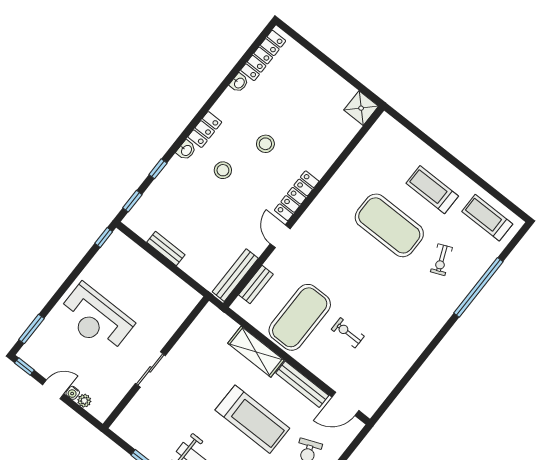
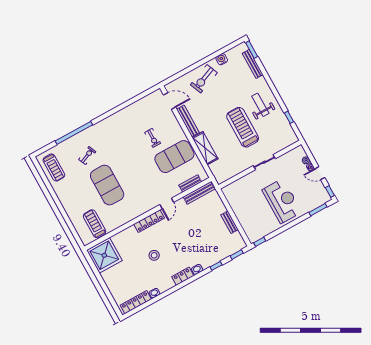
shower: (361, 108) -> (104, 255), width x1.86, depth x1.86
stool: (223, 170) -> (182, 251), removed
treadmill: (432, 190) -> (95, 224), moved, turned 180
treadmill: (252, 419) -> (243, 127), moved

